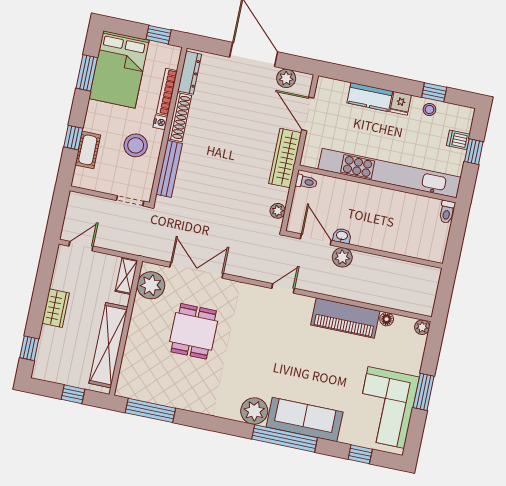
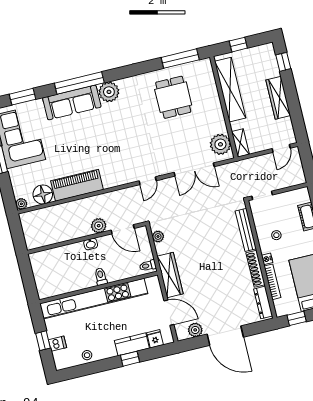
window: (434, 92) -> (130, 359), moved
fridge: (401, 103) -> (155, 339), moved
stool: (136, 145) -> (276, 235), width x0.53, depth x0.53
toilet: (447, 212) -> (101, 277), moved
washbasin: (342, 236) -> (91, 244), moved
door: (283, 288) -> (148, 181), moved
wardrobe: (56, 308) -> (278, 98), width x1.50
floor lamp: (387, 319) -> (43, 194), width x1.89, depth x1.89
dining table: (194, 331) -> (173, 97), moved
window: (360, 454) -> (22, 97), width x1.50

